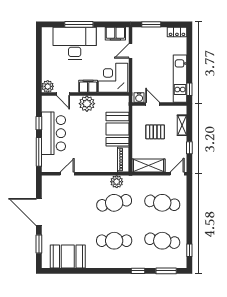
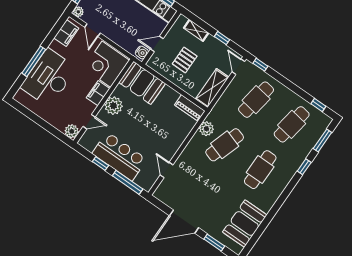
plant: (137, 32) -> (78, 12), added
booth: (117, 129) -> (142, 83), moved
window: (189, 188) -> (260, 65), added
cafe table: (114, 203) -> (225, 145), turned 30

